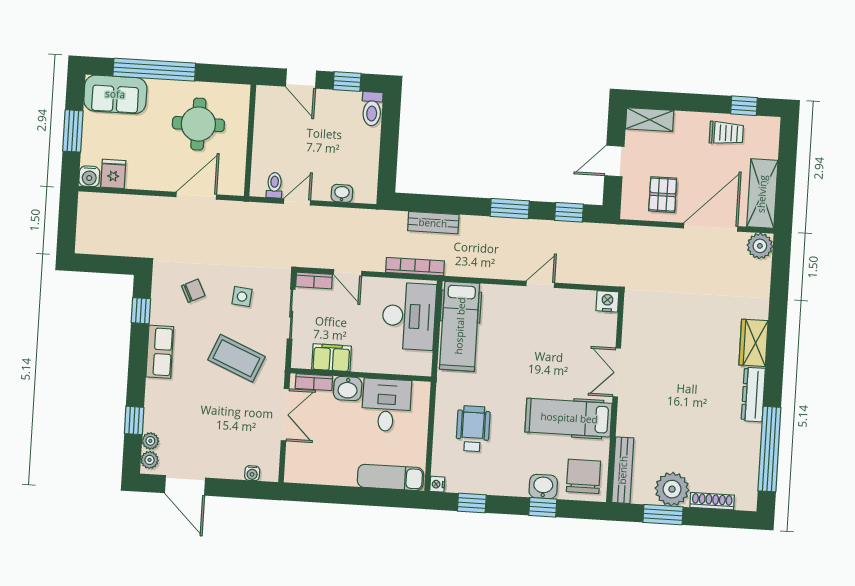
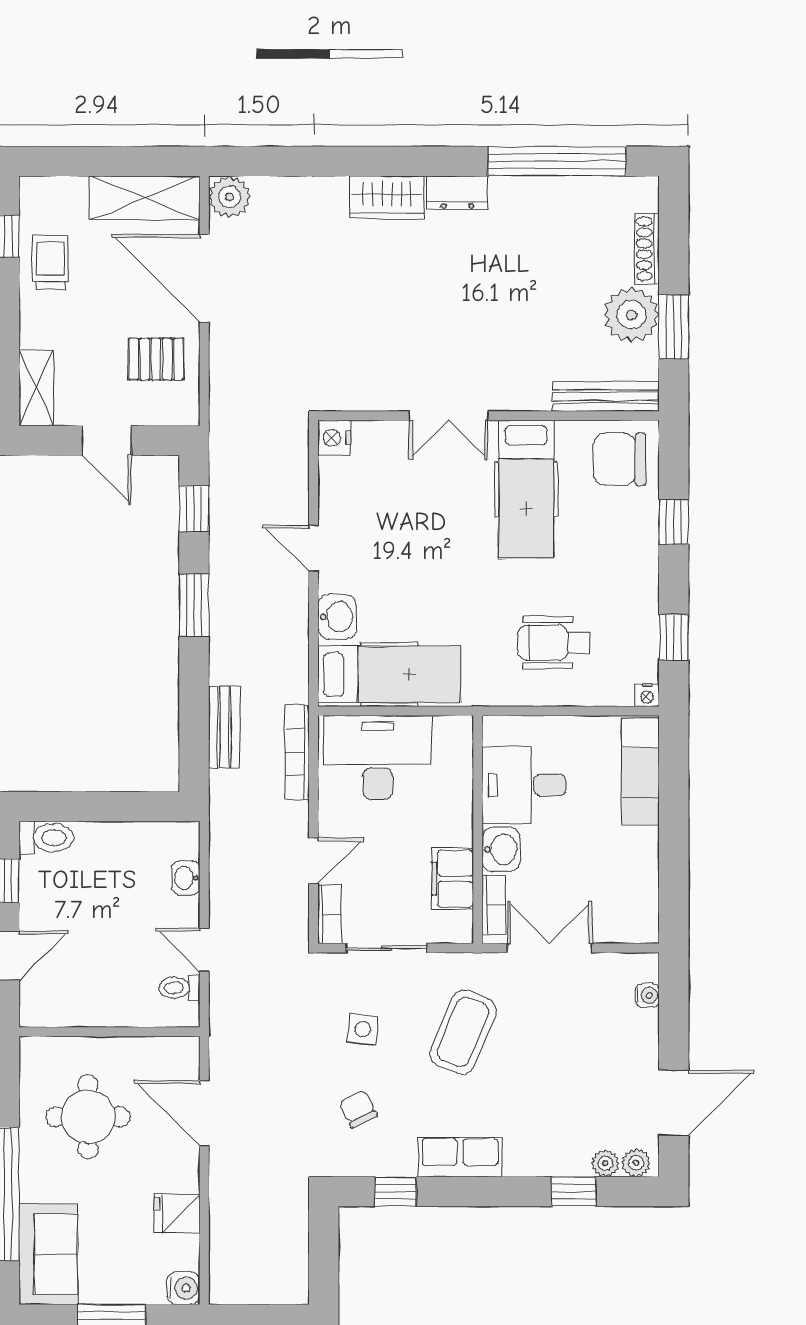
fridge: (113, 174) -> (177, 1214), moved
dresser: (753, 394) -> (457, 193), width x0.70
washbasin: (543, 487) -> (337, 617), moved, turned 180

